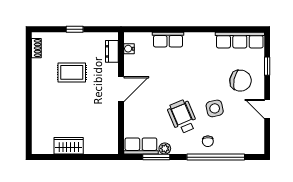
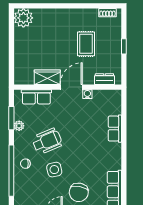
water cooler: (129, 49) -> (87, 94), moved
door: (121, 89) -> (71, 87), swing flipped
plant: (42, 143) -> (23, 18), added
wardrobe: (69, 146) -> (47, 77), moved, turned -90
row of seats: (141, 146) -> (36, 97), moved, turned 90

